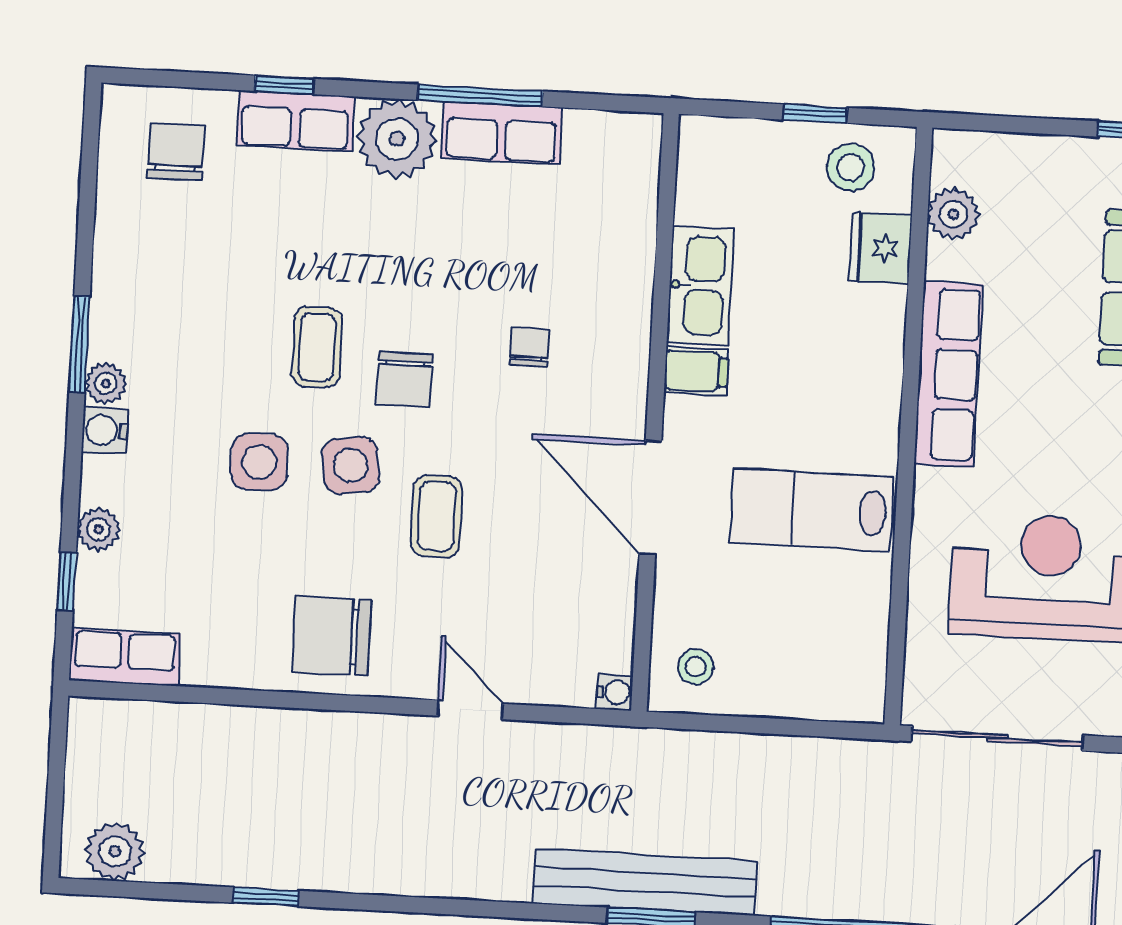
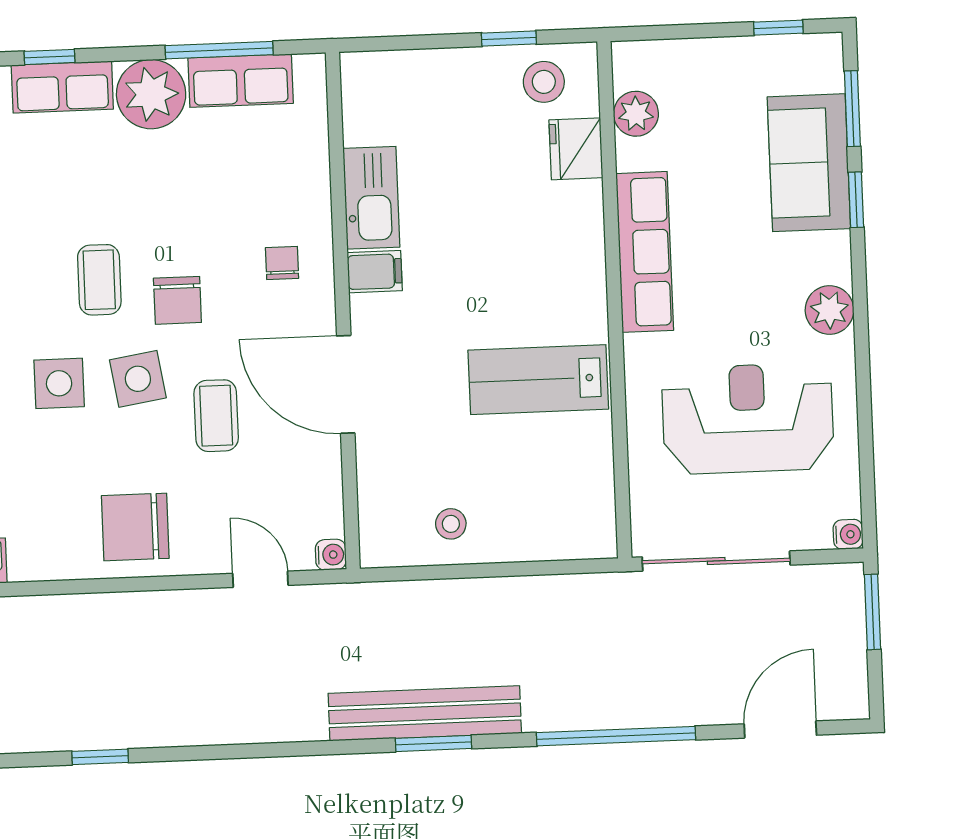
kitchen sink: (700, 285) -> (371, 198), moved
filing cabinet: (696, 371) -> (375, 272), moved
wall: (655, 412) -> (343, 311), moved
door: (650, 498) -> (346, 384), moved
water cooler: (615, 692) -> (331, 555), moved

